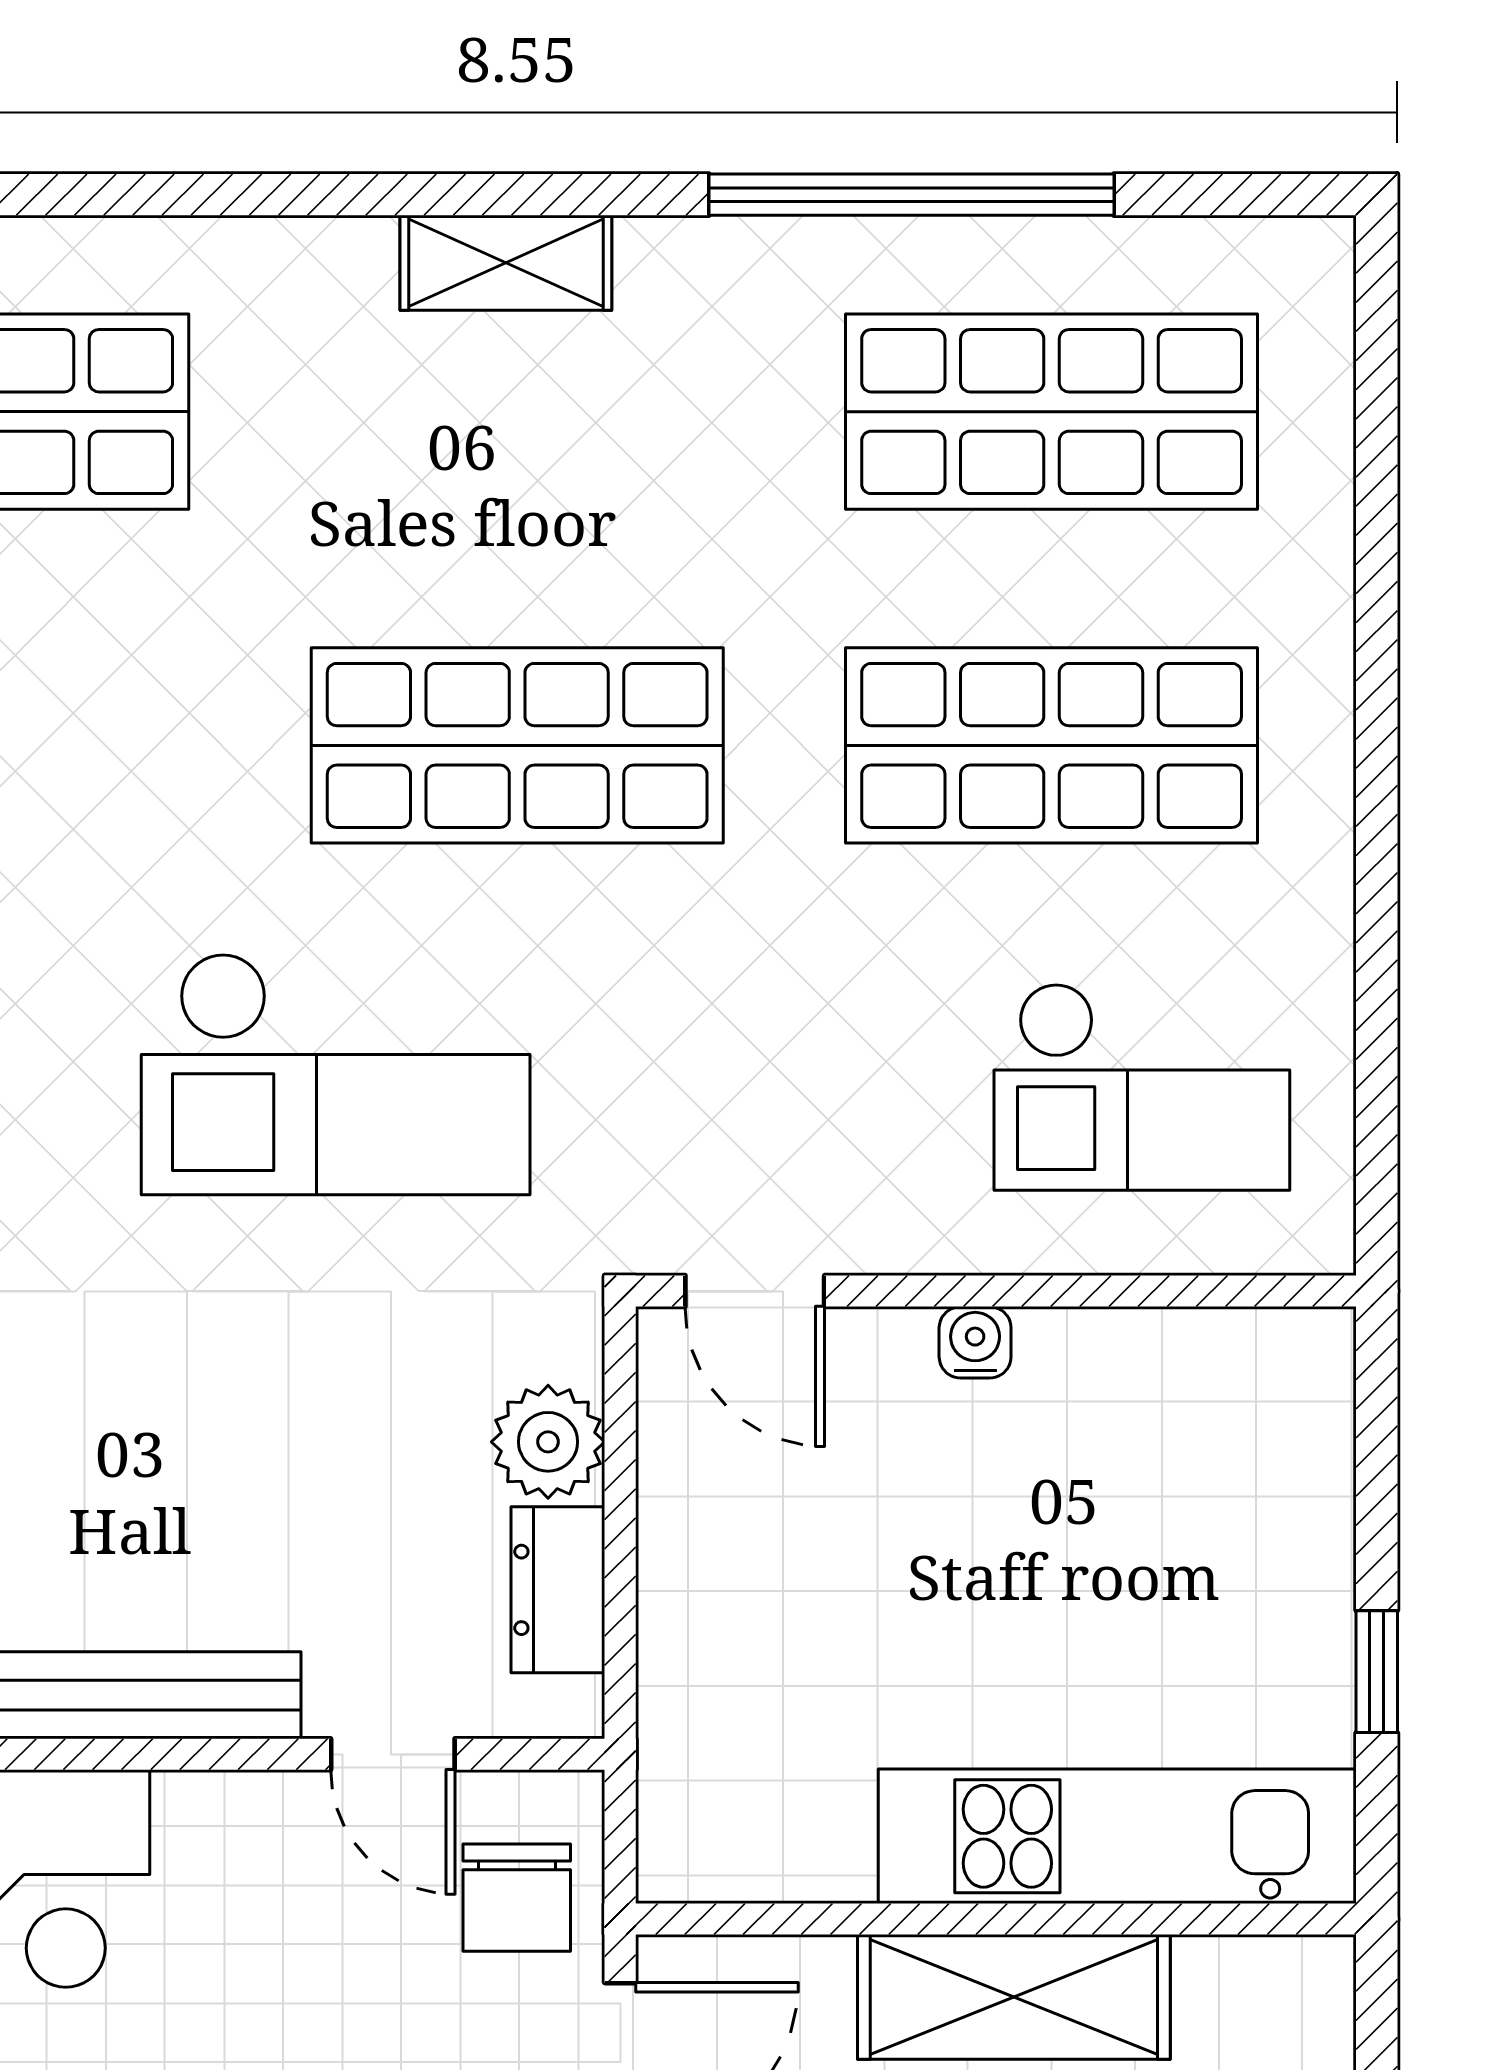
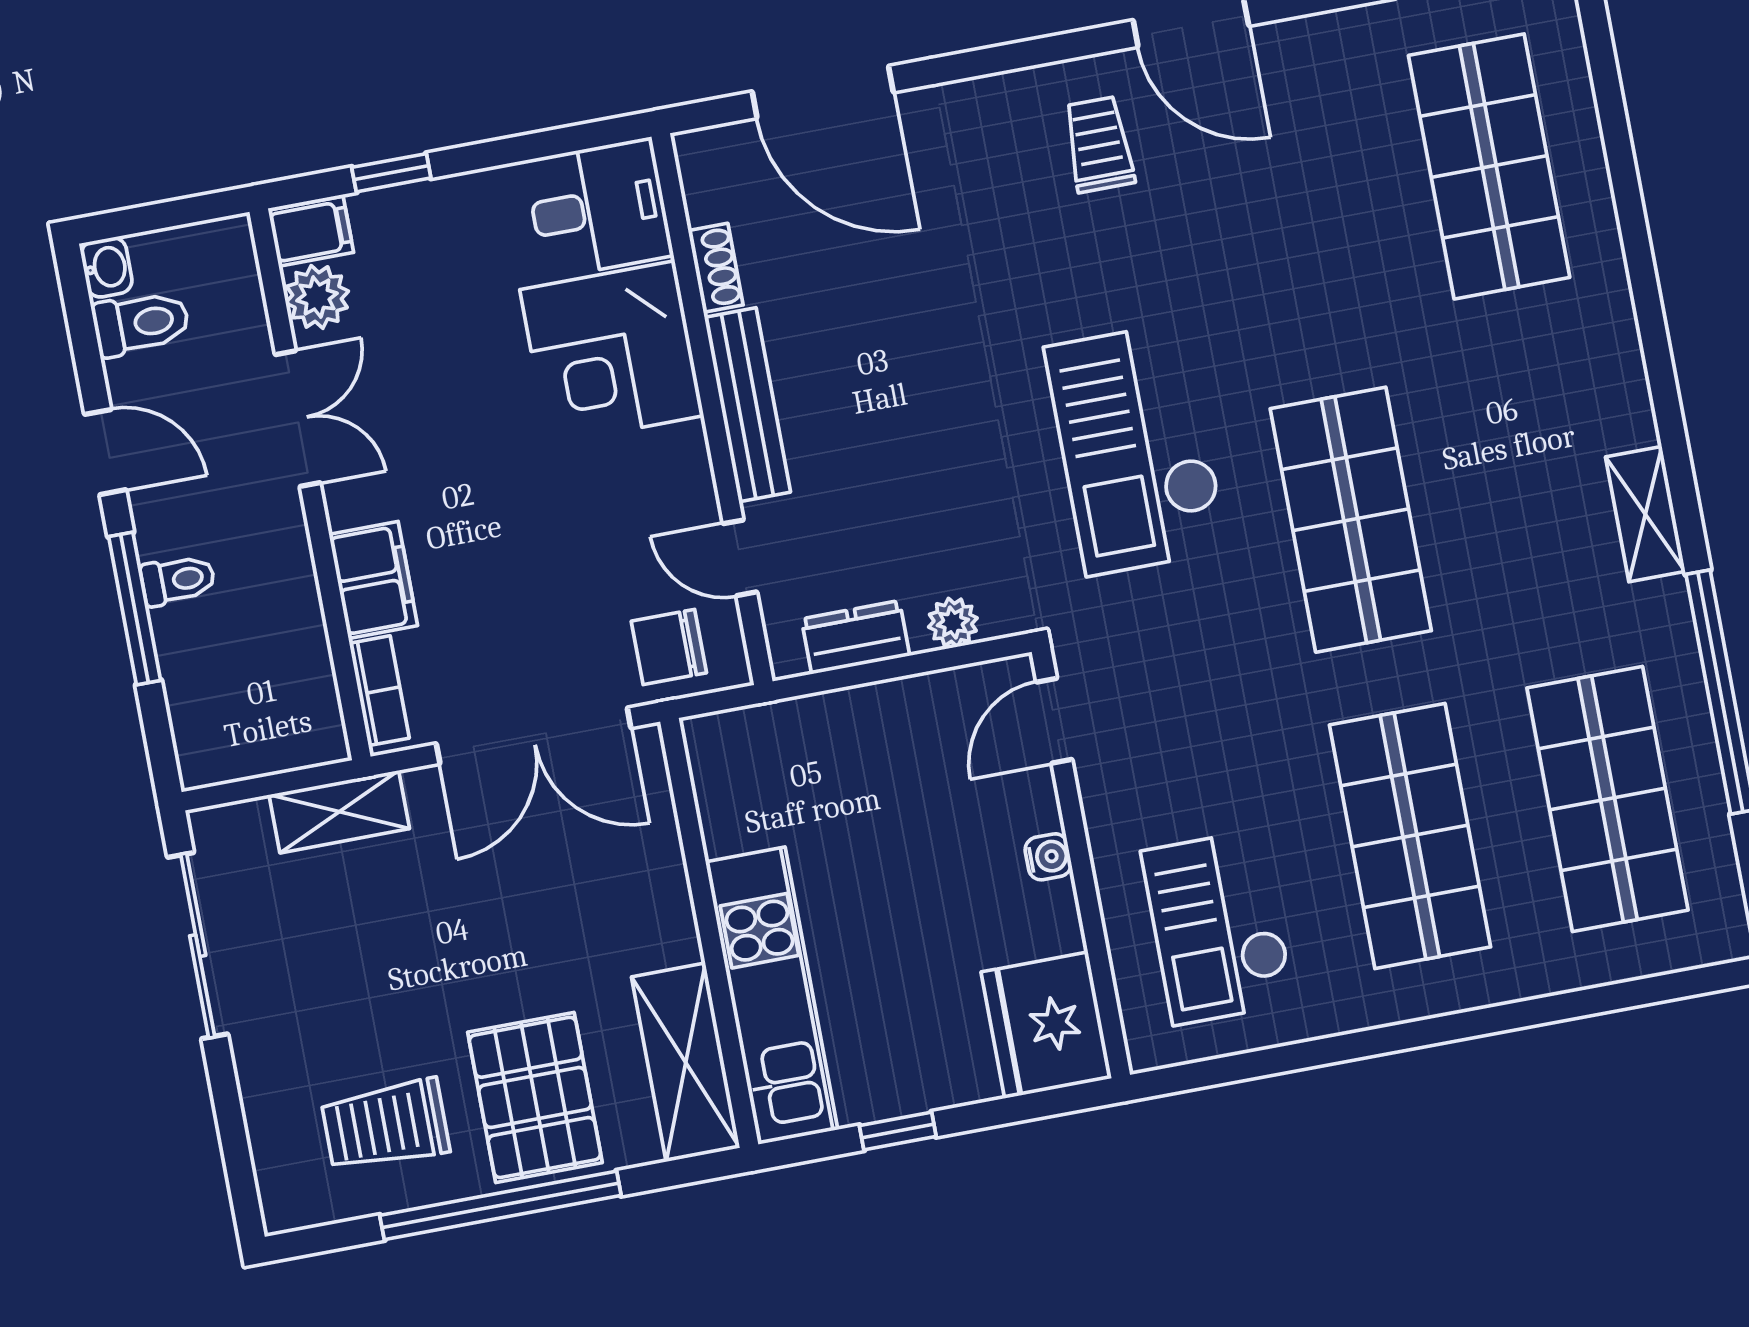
shelving: (506, 263) -> (1645, 514), moved
fridge: (1249, 1397) -> (1046, 1025), added
plant: (548, 1442) -> (953, 623), width x0.73, depth x0.73
door: (393, 1754) -> (740, 558), hinge flipped
shelving: (1014, 1997) -> (686, 1062), moved

